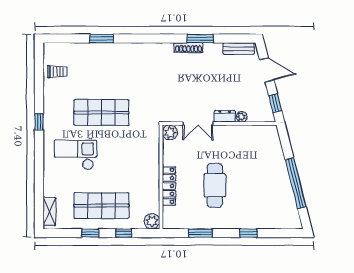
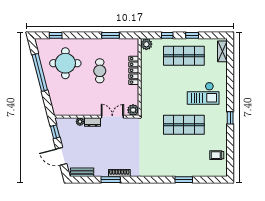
cafe table: (215, 185) -> (100, 71), width x0.73, depth x0.74
round table: (261, 196) -> (65, 63), added
window: (249, 233) -> (56, 35), moved

